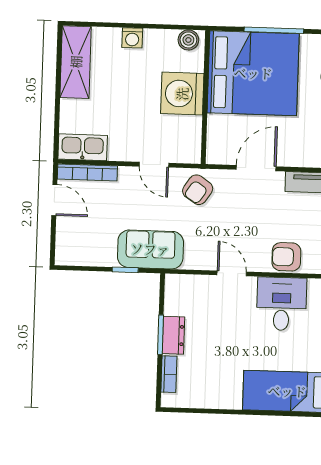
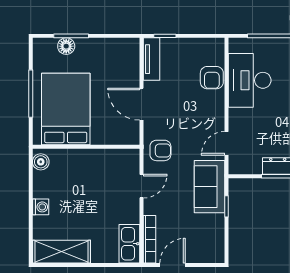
bed: (253, 73) -> (66, 109), width x0.73
washing machine: (182, 94) -> (84, 165), removed
armchair: (198, 190) -> (160, 150), turned -34
door: (232, 273) -> (227, 143), moved
desk: (281, 304) -> (250, 80), width x1.37

